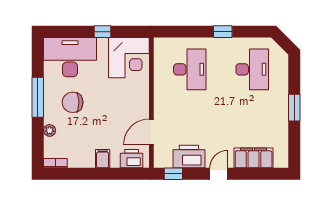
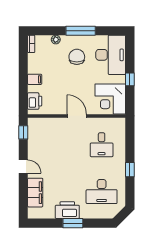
desk: (190, 69) -> (102, 145), width x0.73
door: (151, 132) -> (77, 116), moved
printer: (189, 157) -> (67, 210), moved, turned -90

